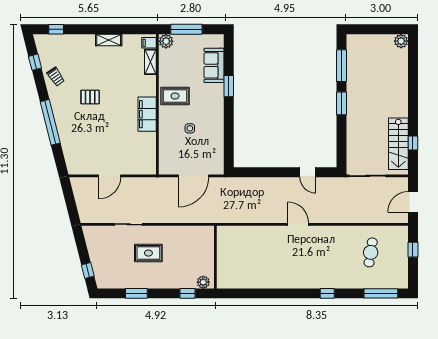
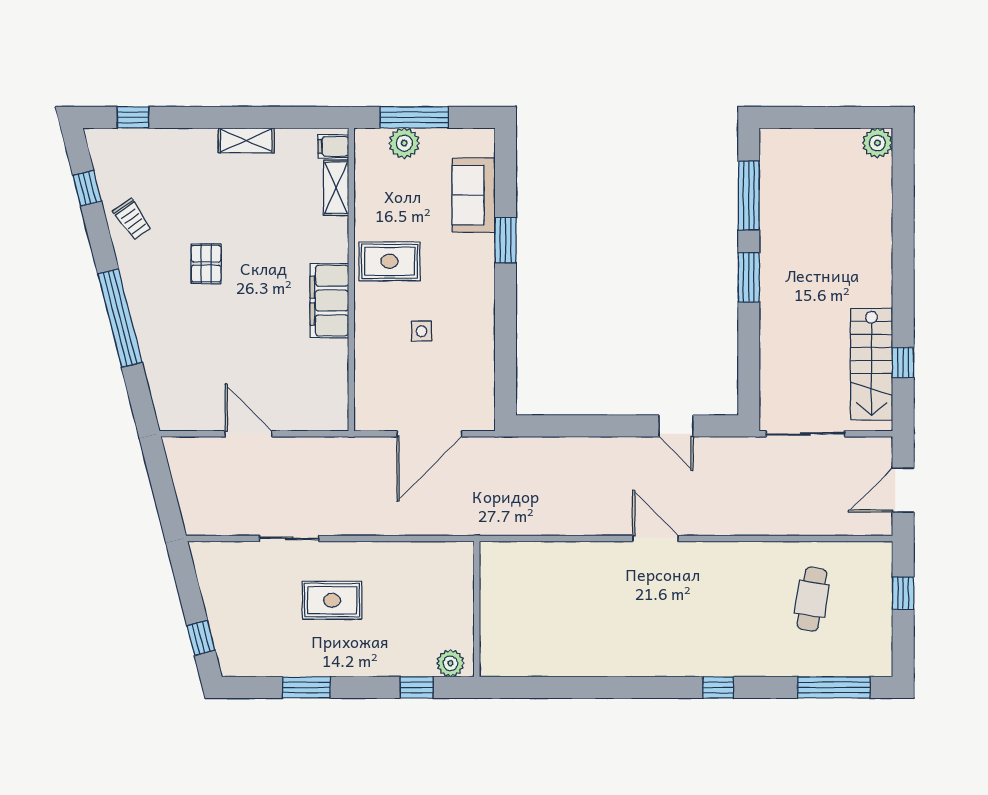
plant: (166, 41) -> (404, 143), moved
pallet: (90, 97) -> (206, 264), turned 90
door: (110, 176) -> (249, 434), swing flipped

